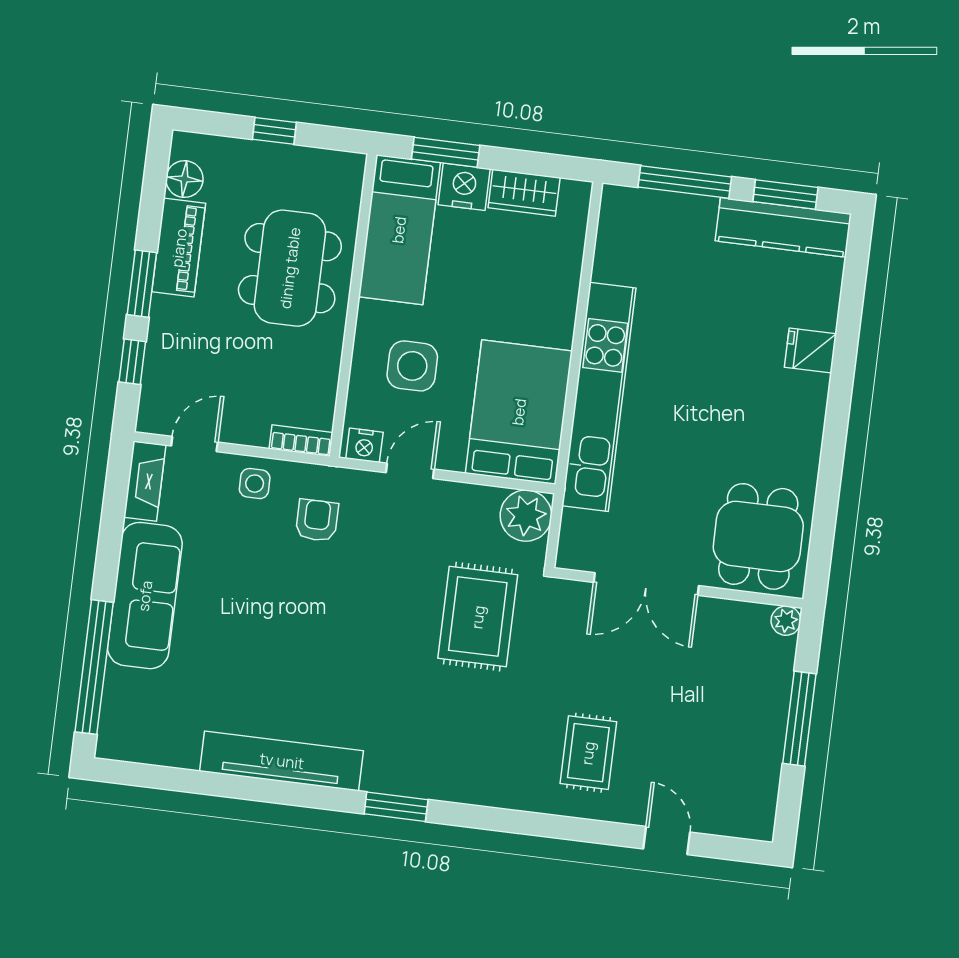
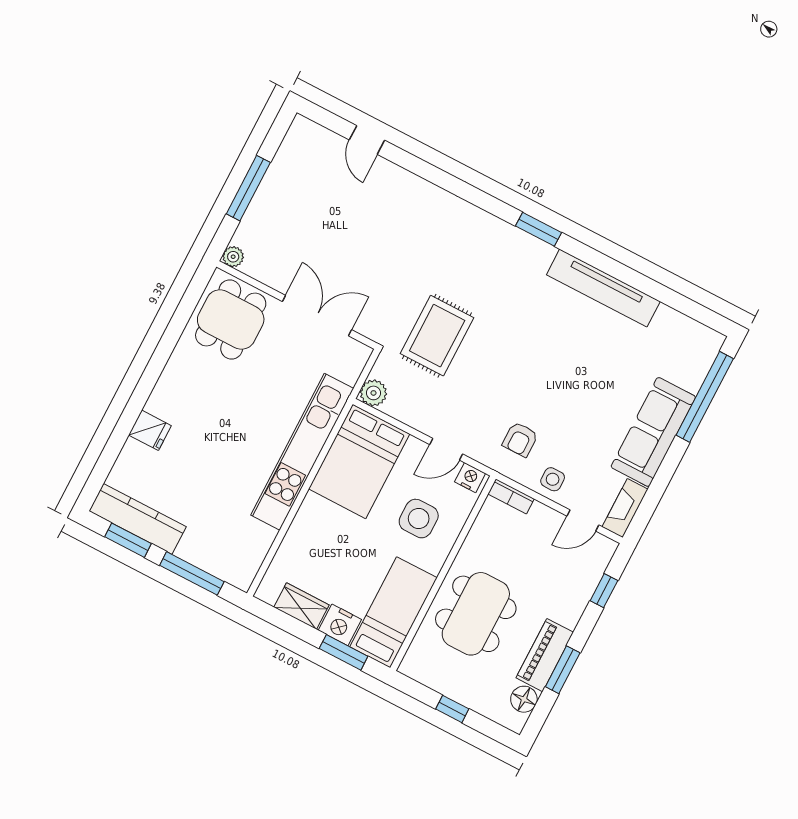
window: (142, 284) -> (563, 670), moved
plant: (526, 516) -> (373, 393), width x0.73, depth x0.73
rug: (588, 753) -> (397, 218), removed

